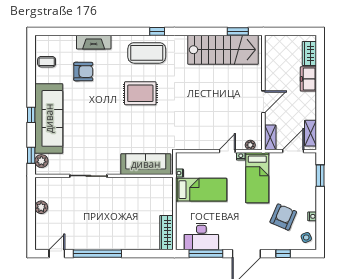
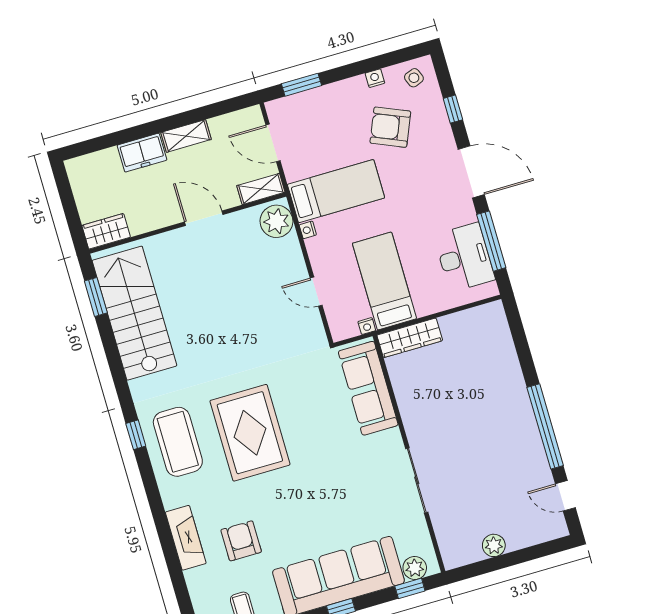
wardrobe: (309, 53) -> (106, 231), moved, turned 180
rug: (140, 93) -> (250, 433), width x1.37, depth x1.44
shelving: (311, 133) -> (186, 136), moved
plant: (250, 145) -> (276, 221), width x1.88, depth x1.88
door: (227, 151) -> (316, 292), moved
wardrobe: (166, 233) -> (410, 338), moved

